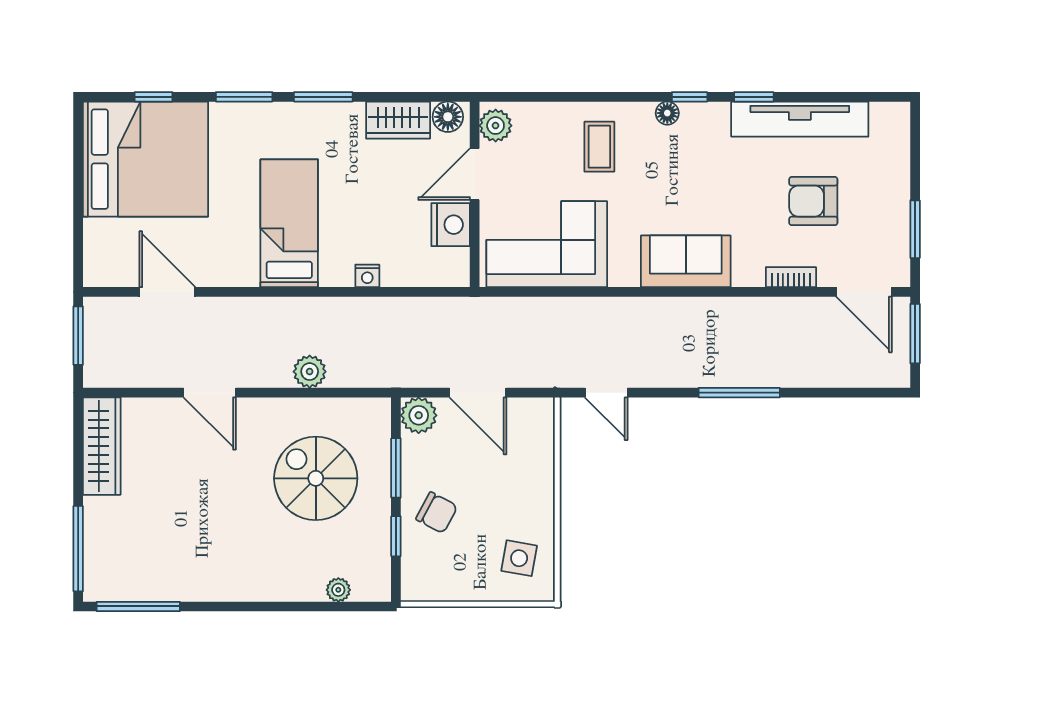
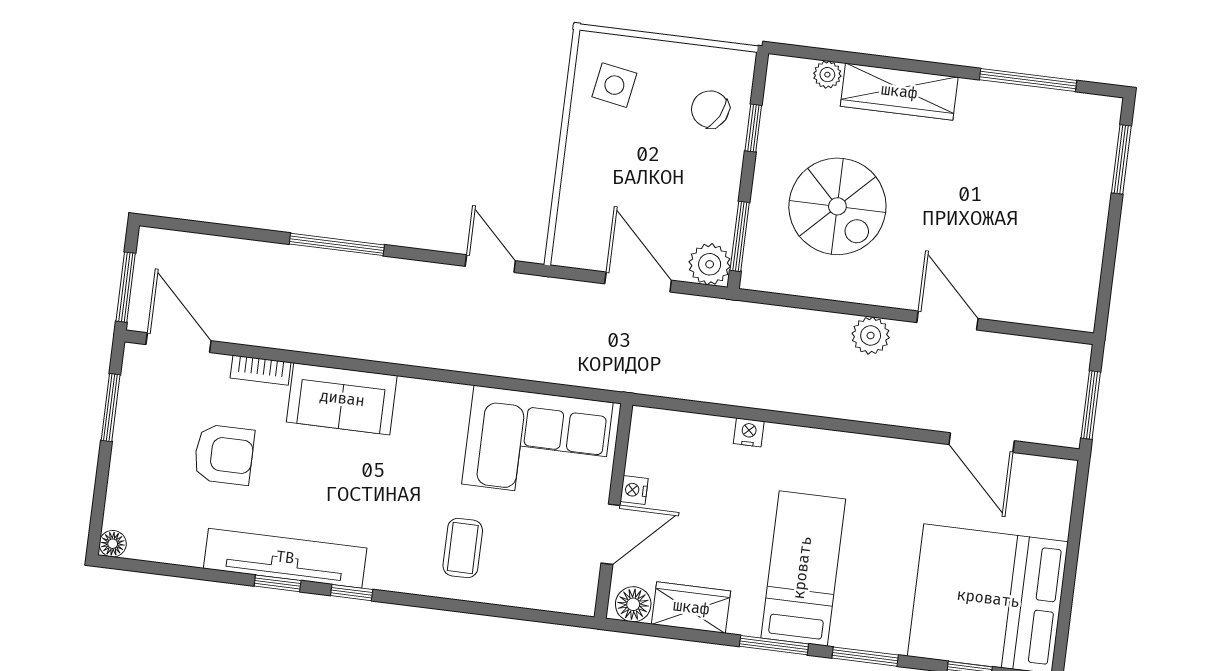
floor lamp: (667, 113) -> (113, 544), moved
tv unit: (800, 119) -> (285, 558), moved
plant: (496, 126) -> (579, 587), removed
bed: (289, 223) -> (803, 568), moved, turned 180
nightstand: (451, 225) -> (634, 490), width x0.53, depth x0.56
sofa: (686, 261) -> (342, 399), moved
plant: (310, 372) -> (871, 336), moved
wardrobe: (102, 446) -> (899, 92), moved, turned -90
window: (396, 468) -> (740, 236), moved
chair: (437, 513) -> (710, 109), moved
window: (78, 549) -> (1121, 159), width x0.69
window: (138, 606) -> (1028, 80), moved

